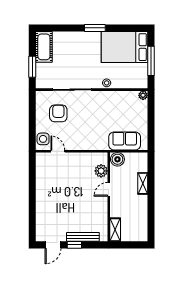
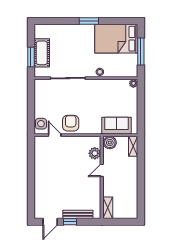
cot: (44, 47) -> (42, 53), moved
armchair: (58, 113) -> (71, 123), moved
shelving: (143, 183) -> (133, 146), moved

